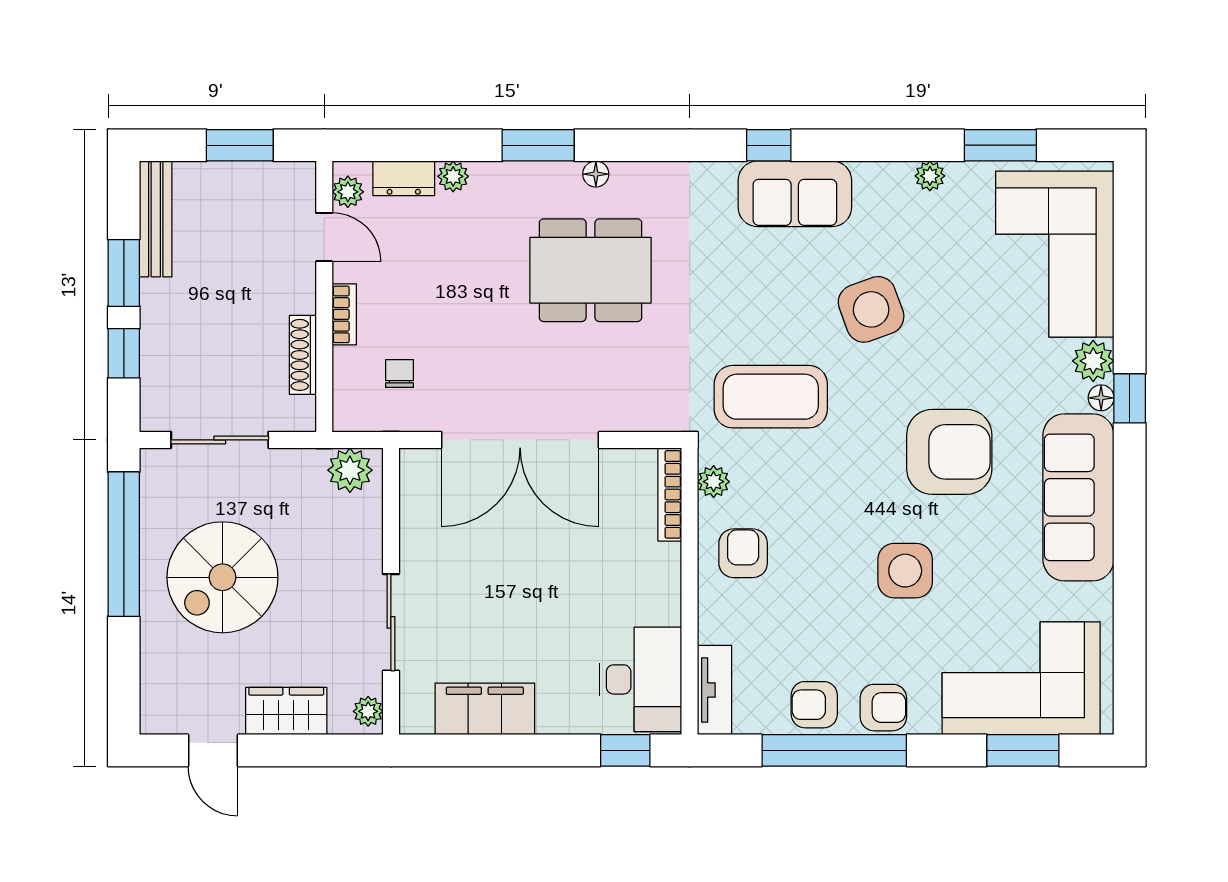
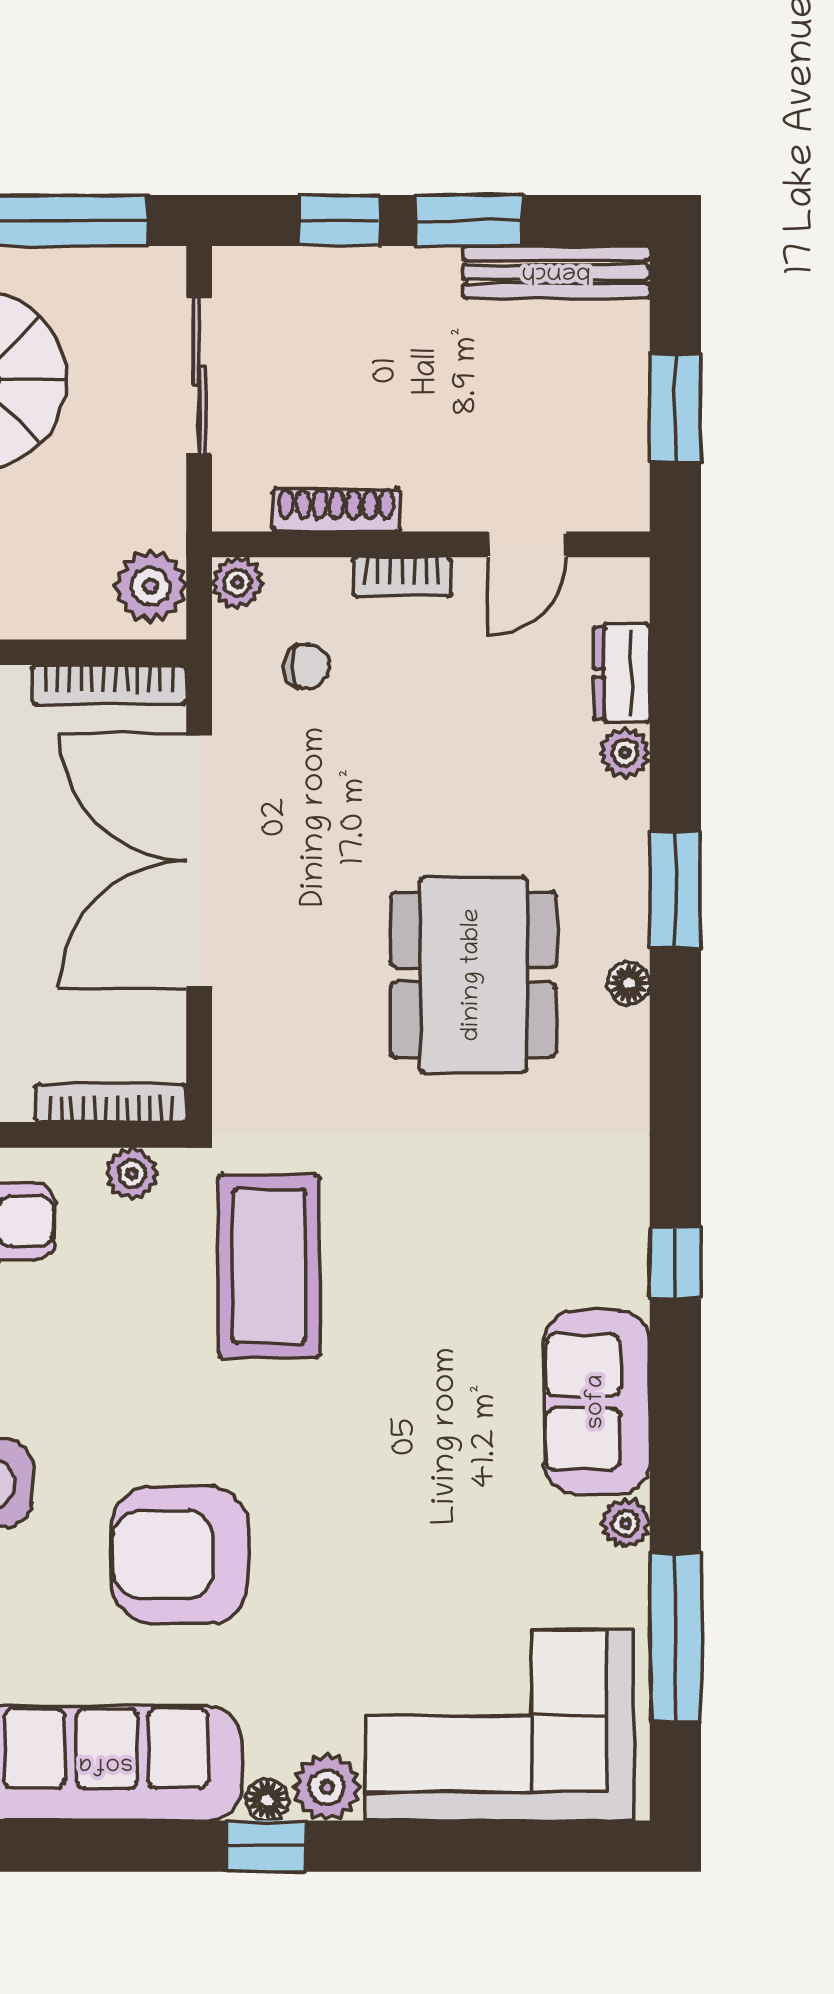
window: (1000, 145) -> (675, 1637), width x1.44
plant: (348, 192) -> (237, 583), moved
sofa: (795, 194) -> (597, 1402), moved
side table: (871, 309) -> (410, 1428), removed
armchair: (949, 452) -> (180, 1555), turned 90
bookcase: (411, 496) -> (109, 685), added

